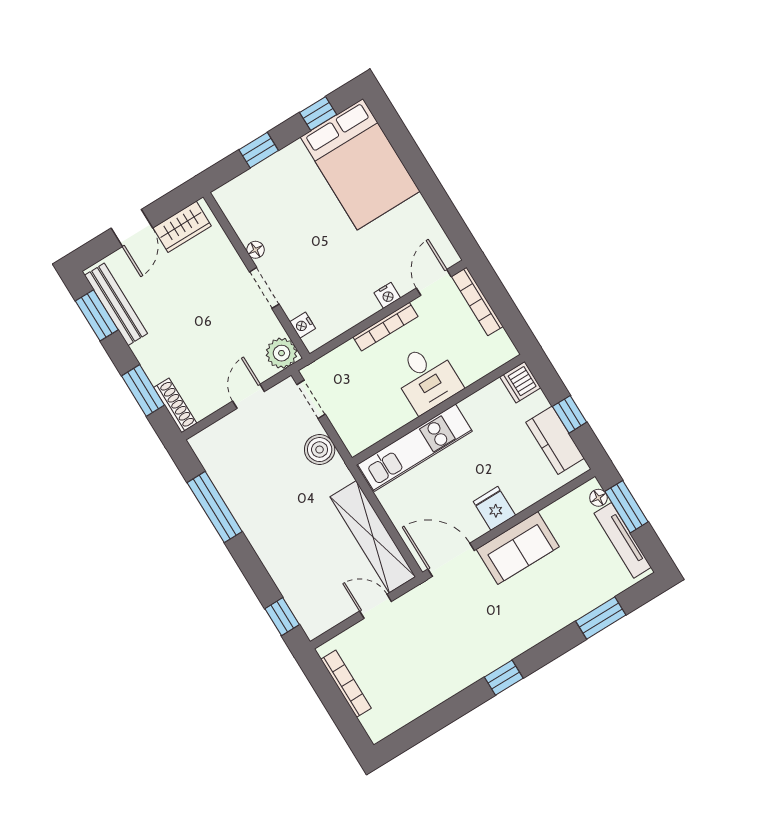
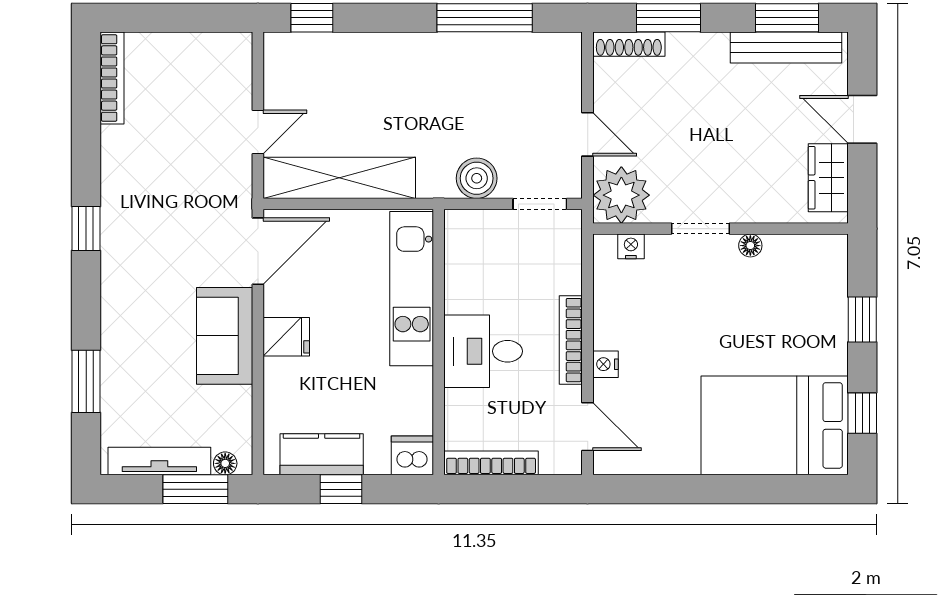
bookcase: (477, 301) -> (491, 463), moved
plant: (281, 353) -> (621, 195), width x1.36, depth x1.36
bookcase: (346, 684) -> (112, 78), moved, turned -90

